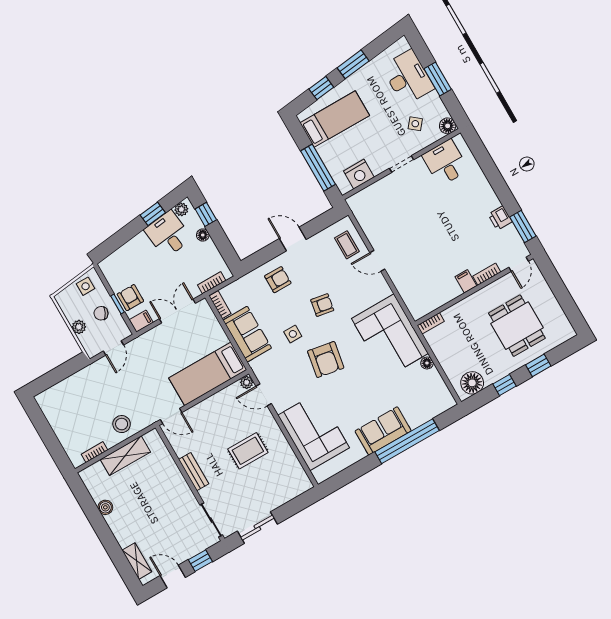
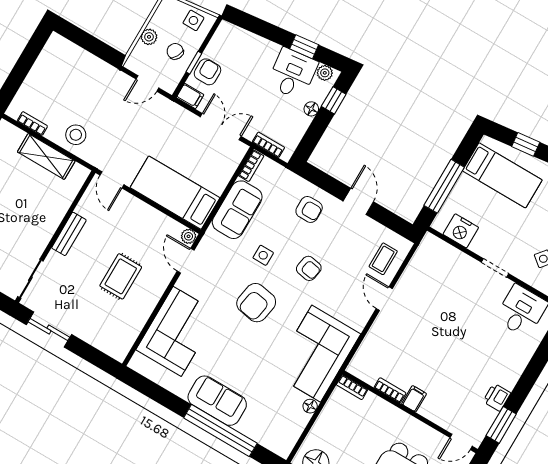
bookcase: (487, 274) -> (390, 390), moved
rug: (248, 451) -> (121, 276), turned 90

